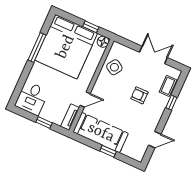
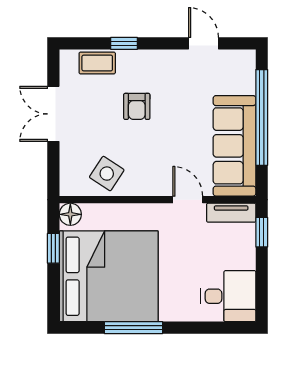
window: (44, 122) -> (262, 232), moved
window: (108, 151) -> (262, 117), width x3.17

